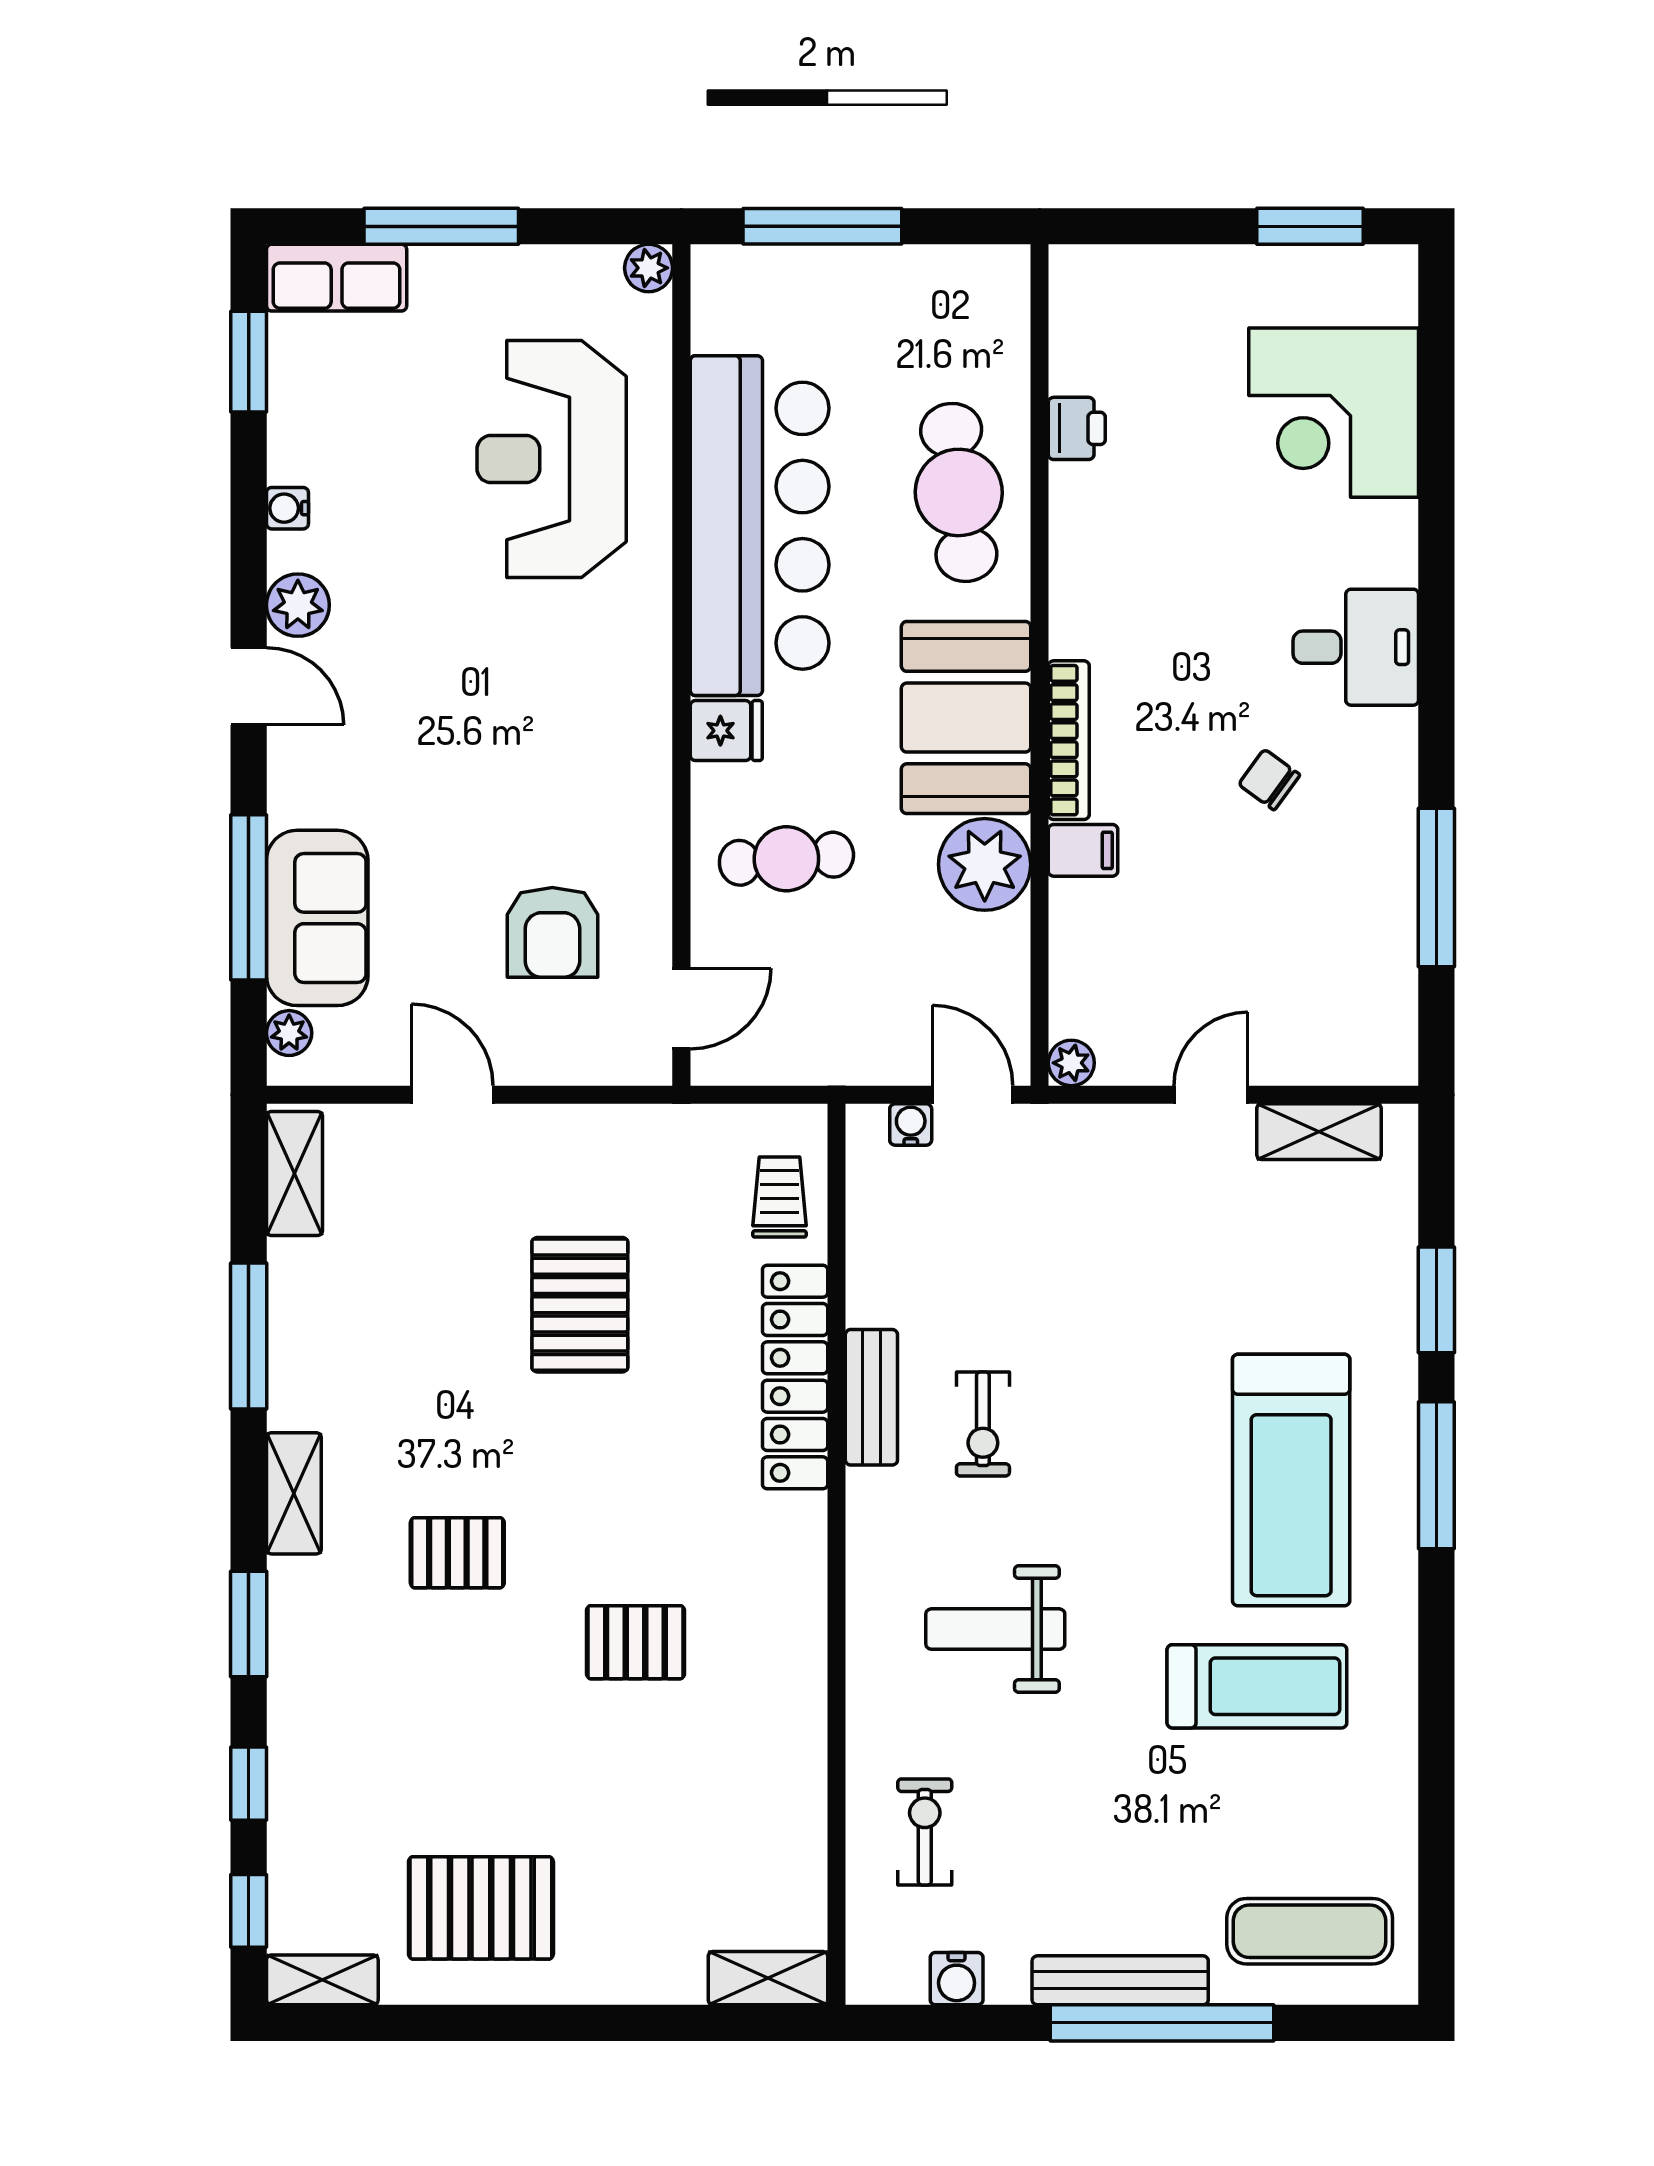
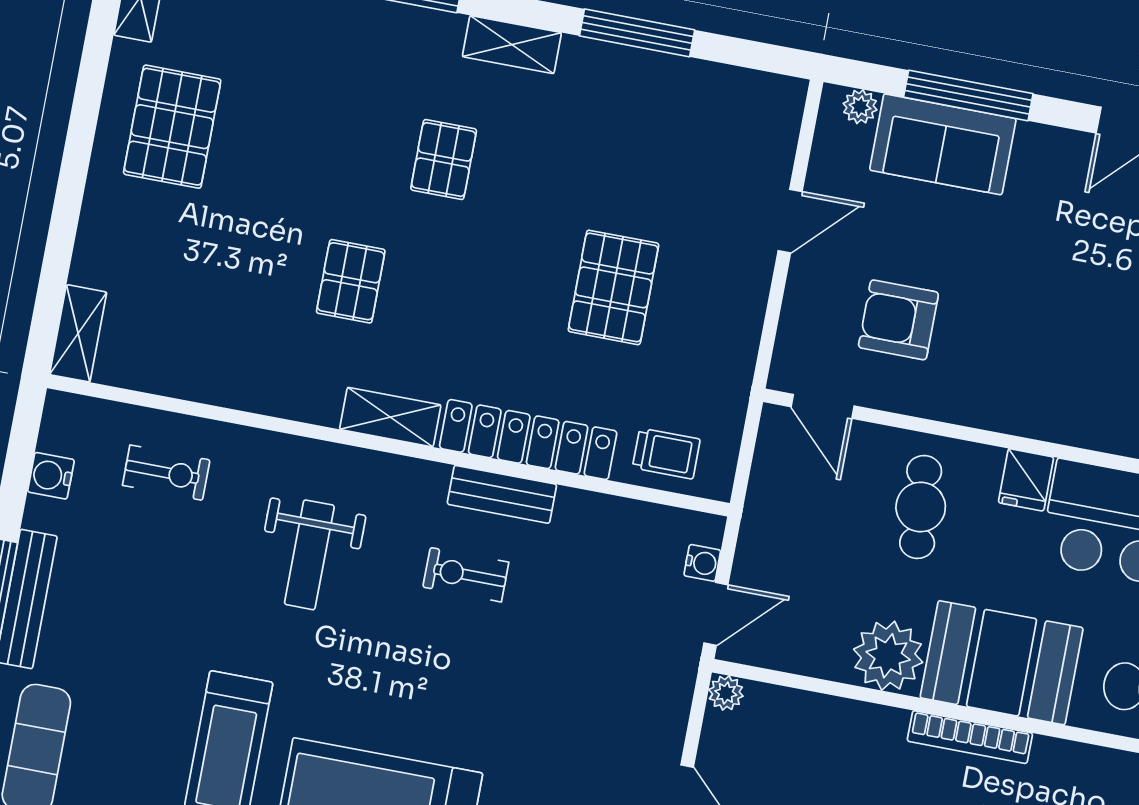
filing cabinet: (1083, 850) -> (885, 732), removed
shelving: (294, 1173) -> (390, 417), moved
pallet: (580, 1305) -> (613, 287), turned 90
weight bench: (995, 1629) -> (309, 555), turned 180

